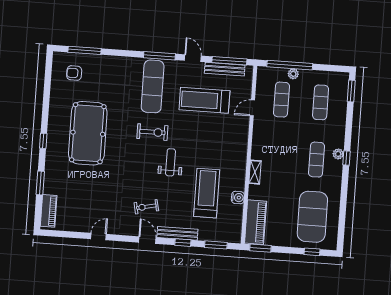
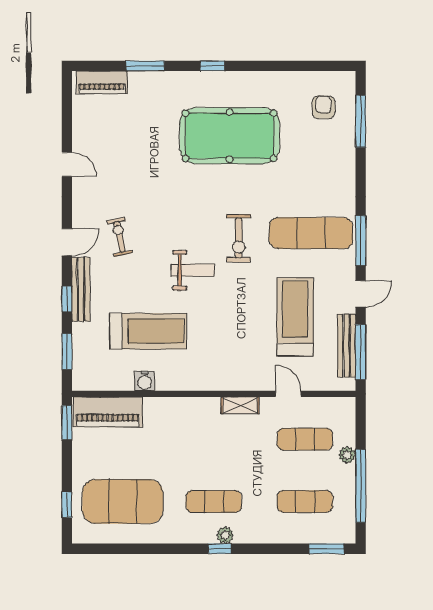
window: (290, 65) -> (361, 486), moved
shelving: (255, 172) -> (240, 405), moved

